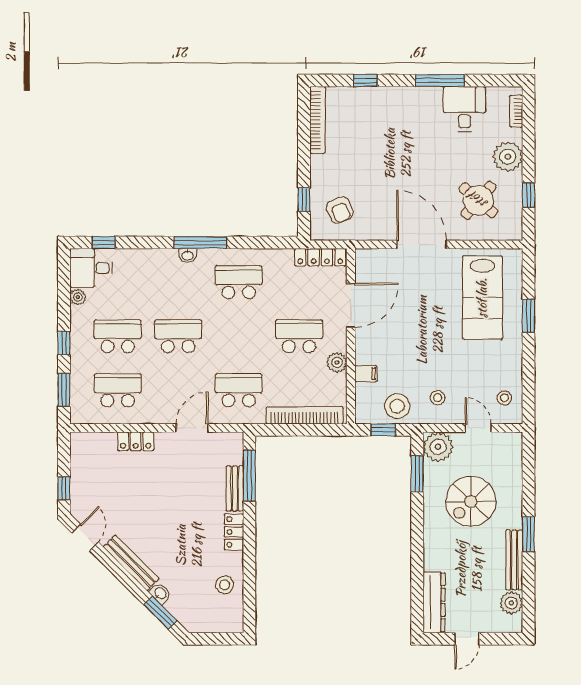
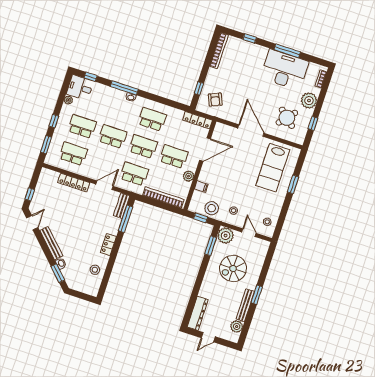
desk: (464, 109) -> (285, 70), width x1.87, depth x1.30
window: (200, 243) -> (124, 88), moved
school desk: (239, 336) -> (143, 147), added
locker: (136, 441) -> (74, 183), width x1.53
bench: (235, 489) -> (122, 206), moved

